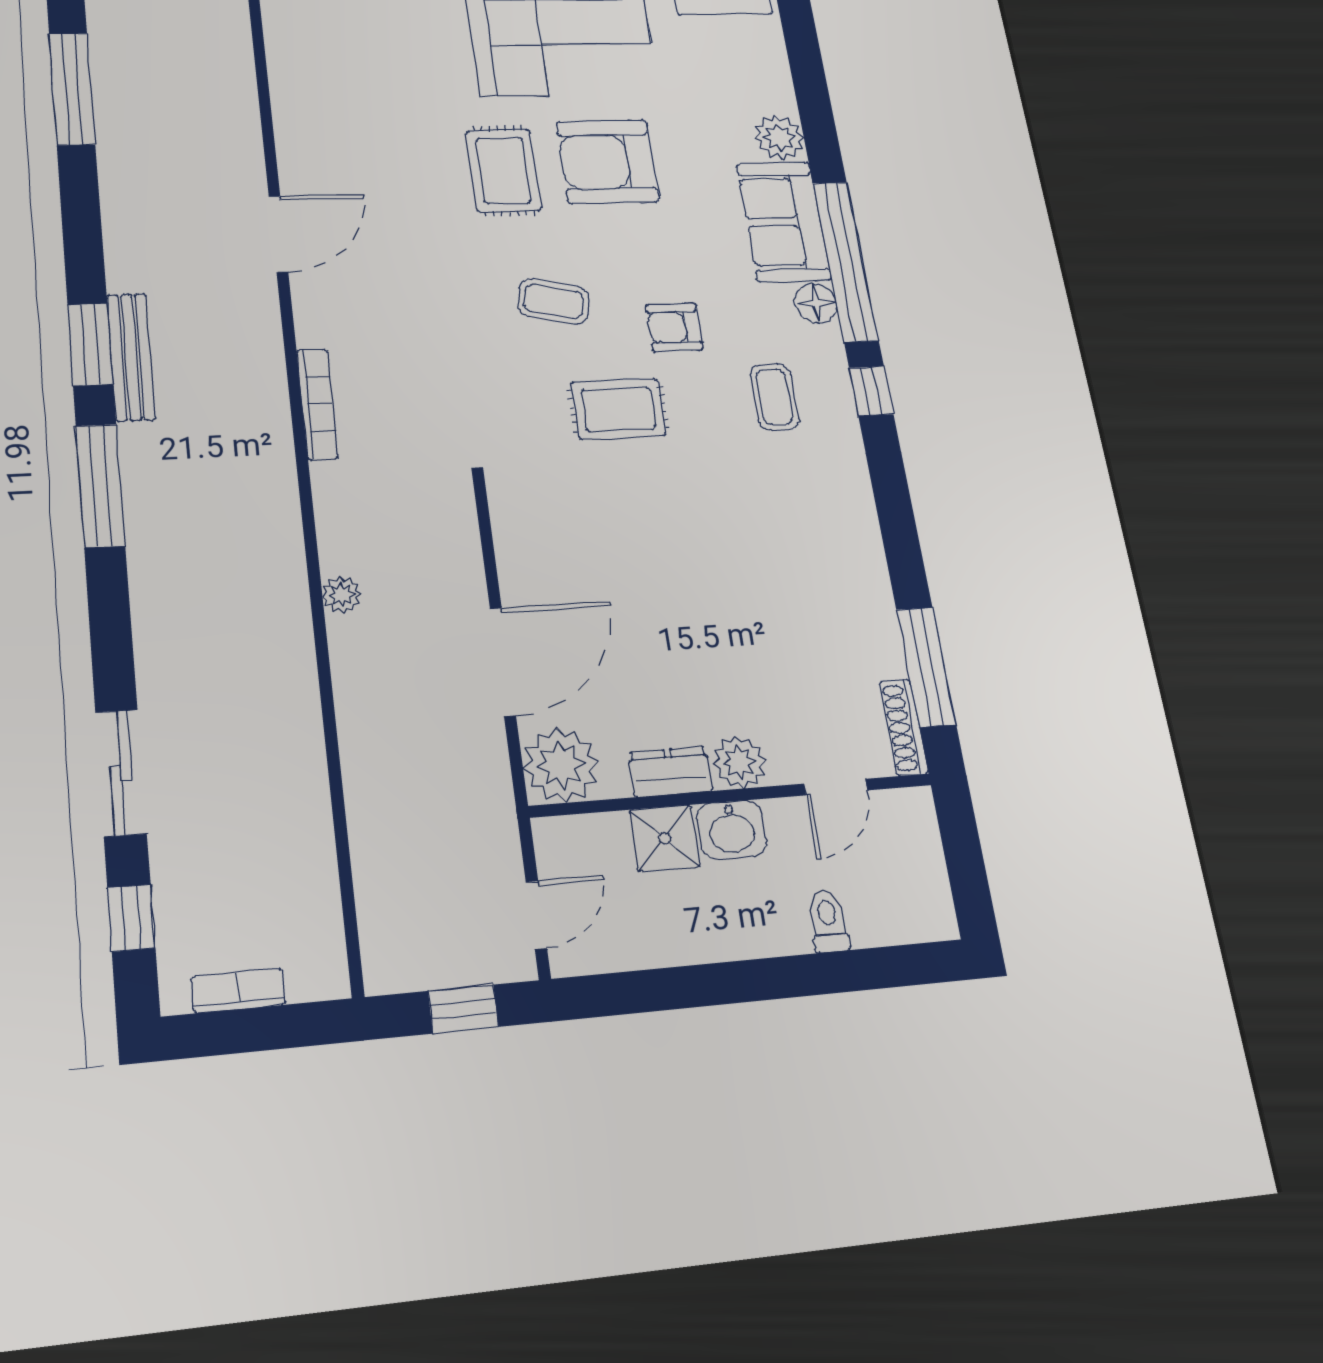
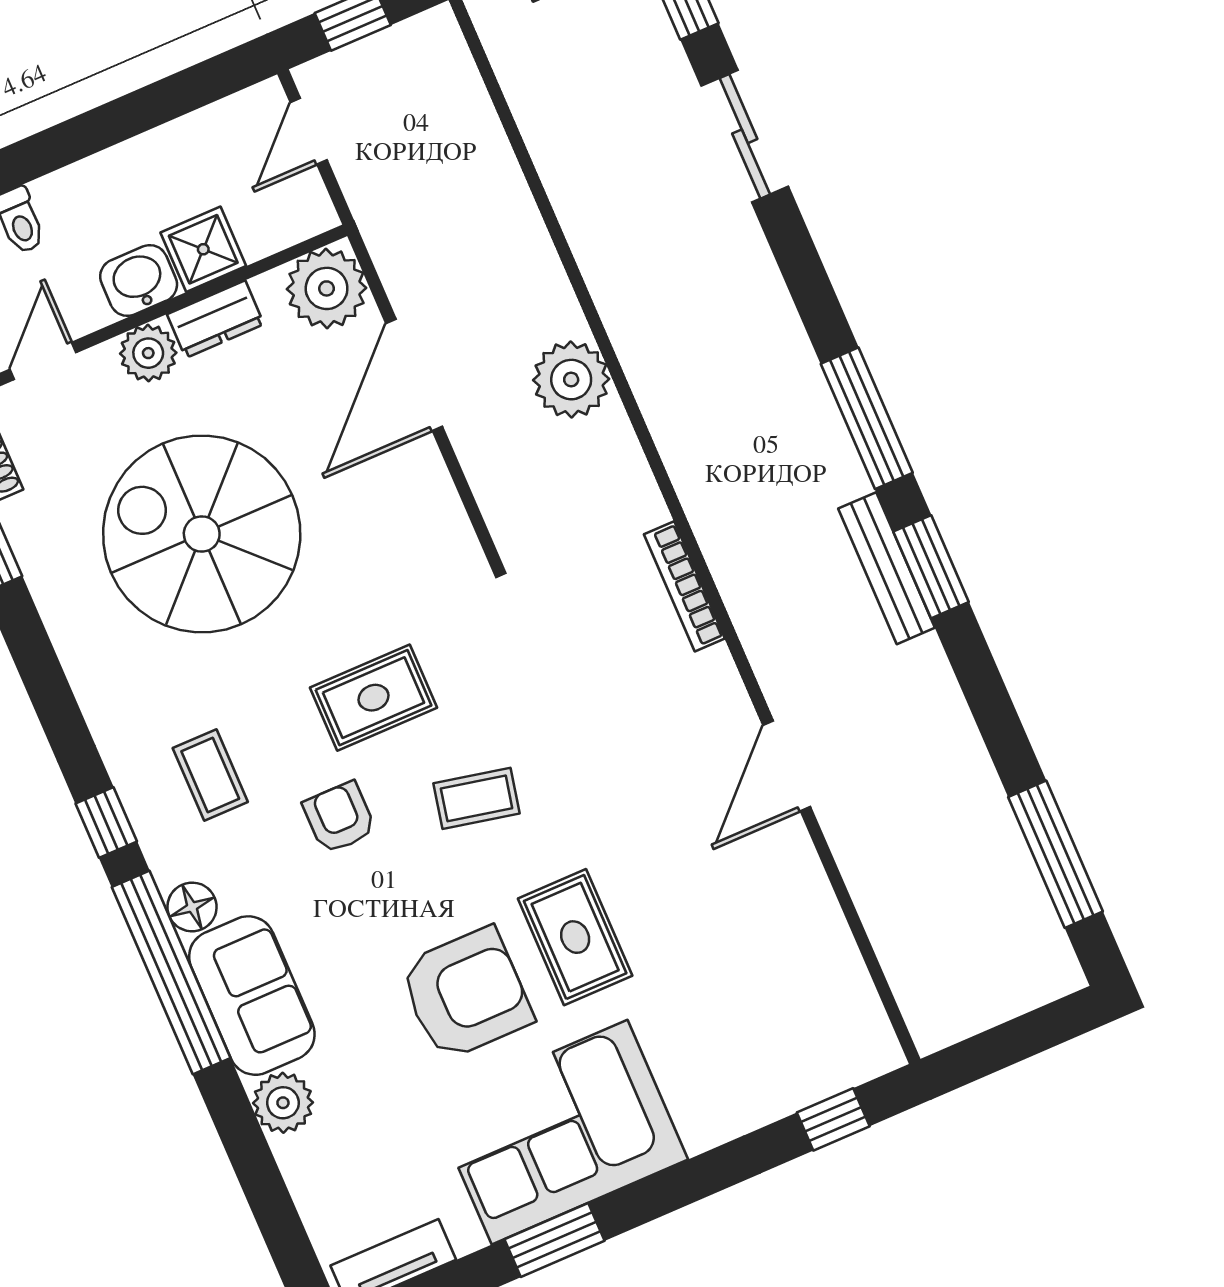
armchair: (674, 327) -> (339, 818), turned -90
spiral stairs: (731, 592) -> (202, 534), added
plant: (342, 595) -> (571, 380), width x1.87, depth x1.87

